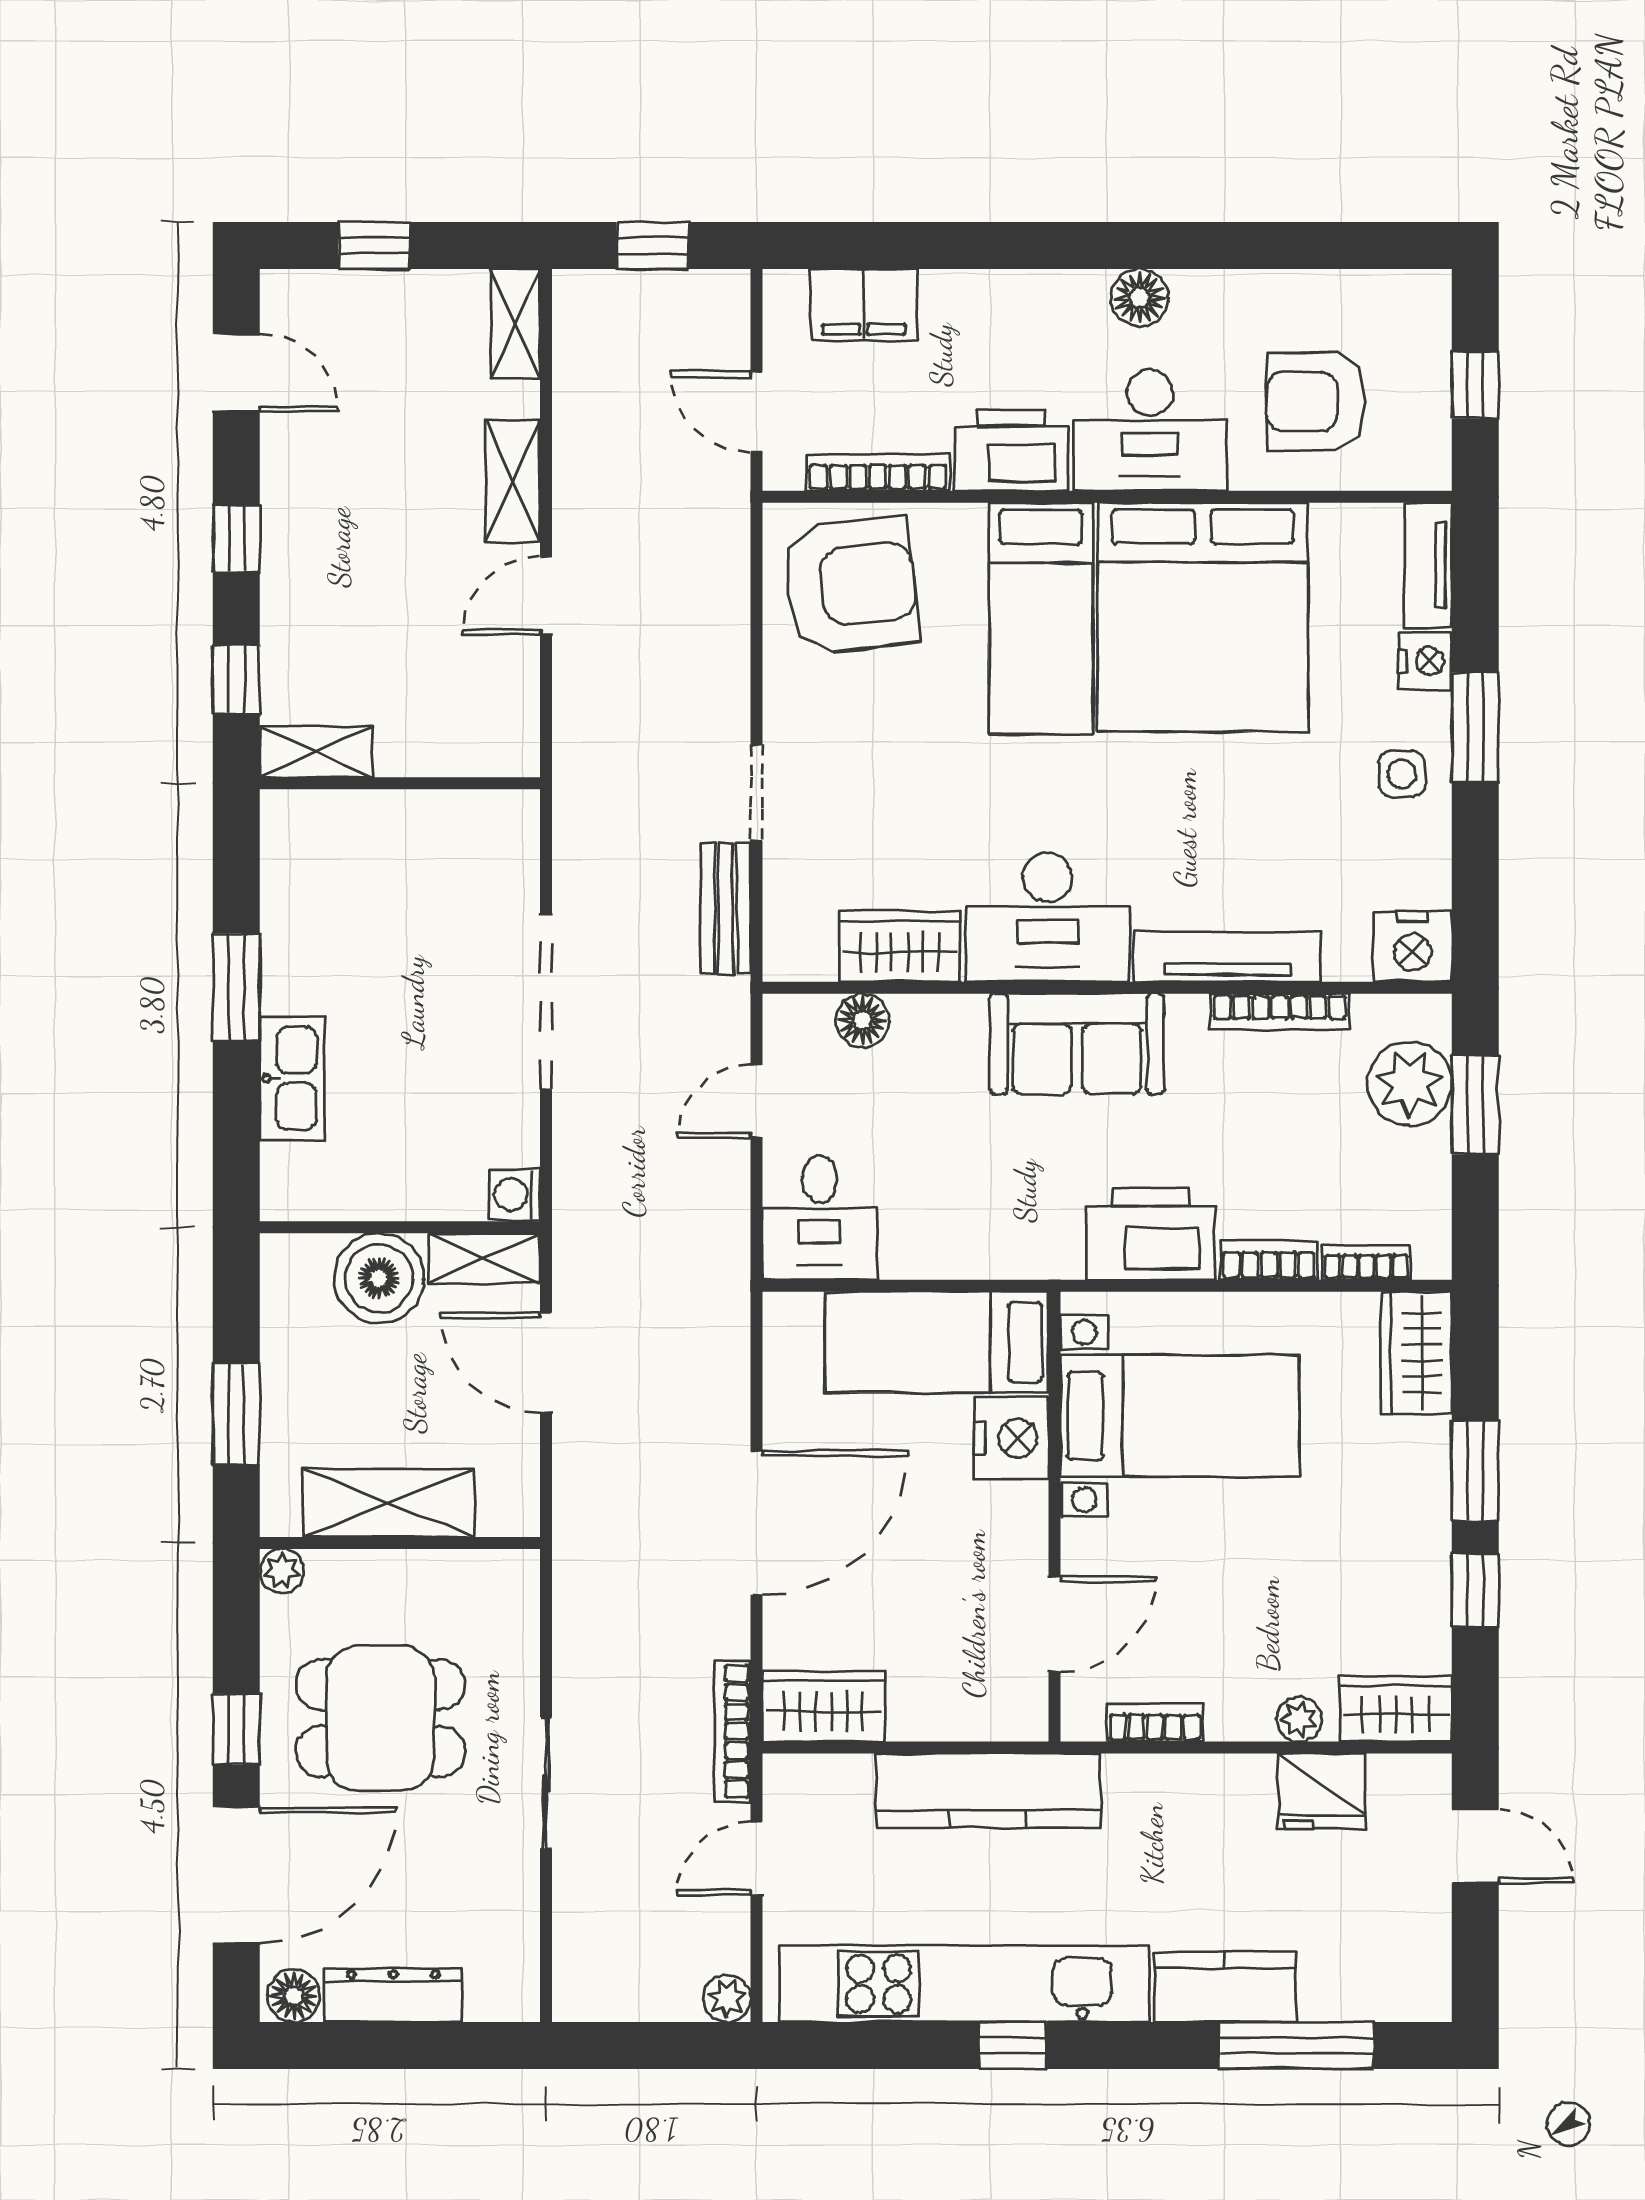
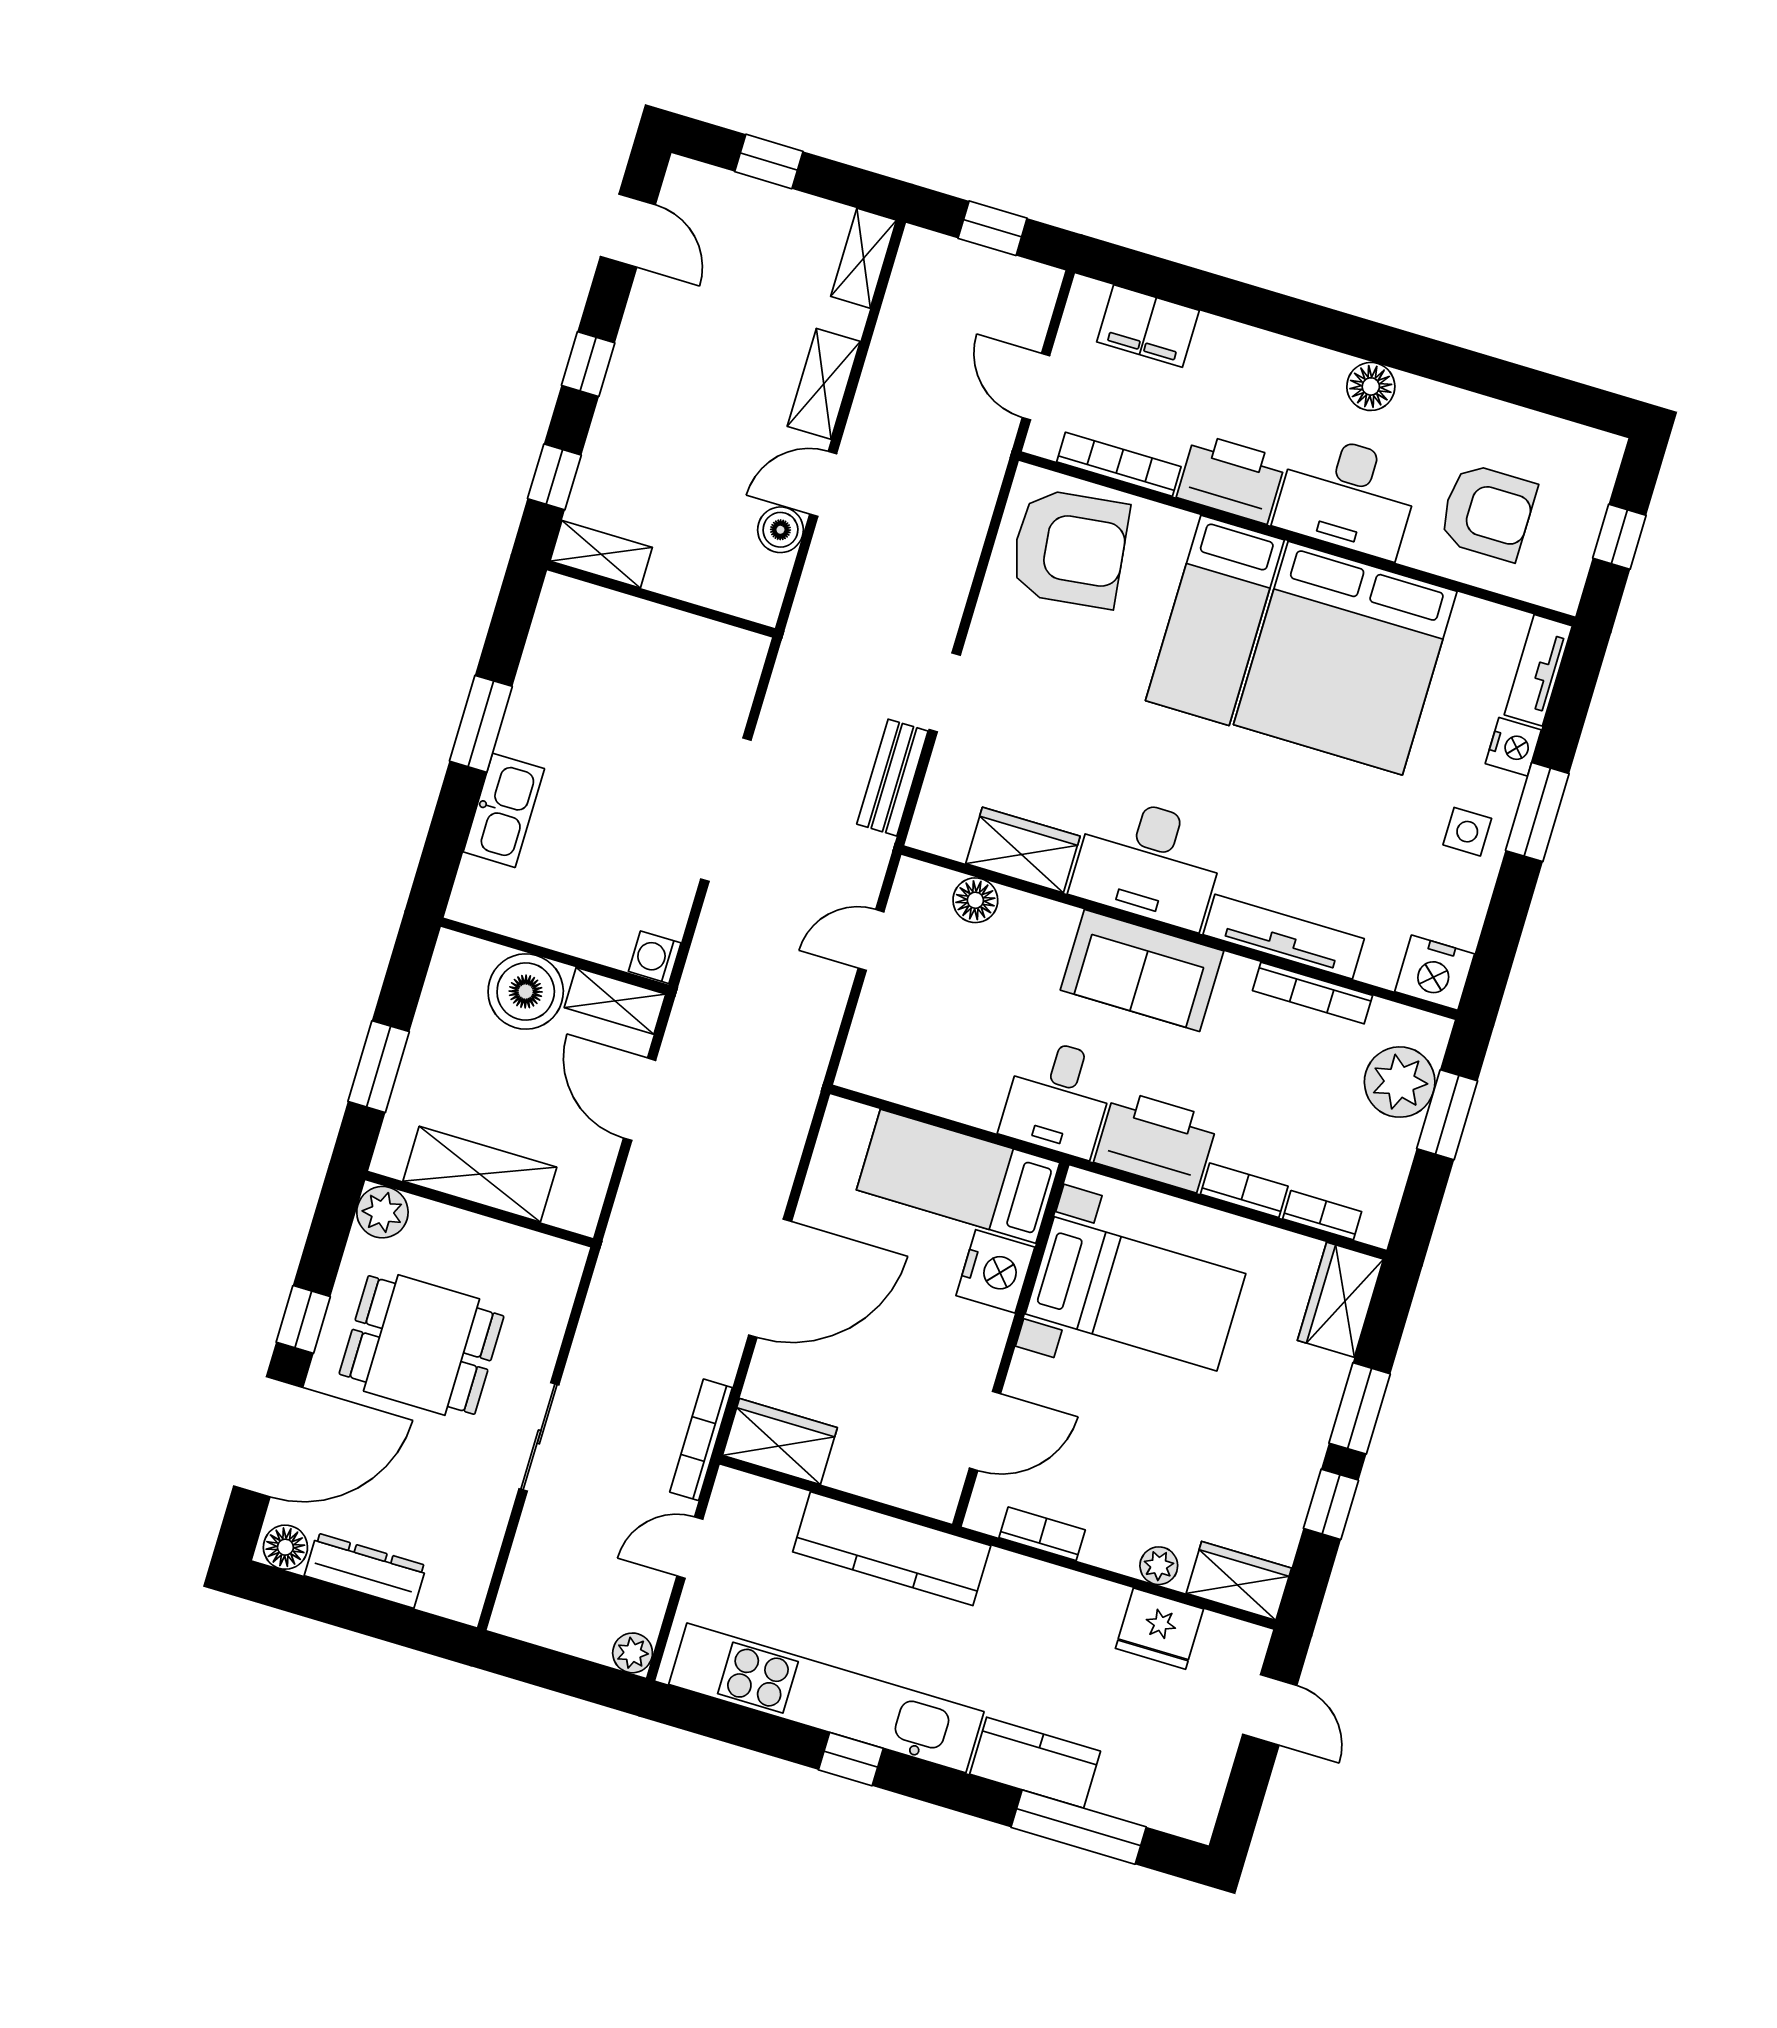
armchair: (1316, 402) -> (1487, 512), turned 180
boiler: (513, 663) -> (780, 530), added
desk: (820, 1218) -> (1058, 1098), moved
plant: (282, 1571) -> (382, 1212), width x1.38, depth x1.38

